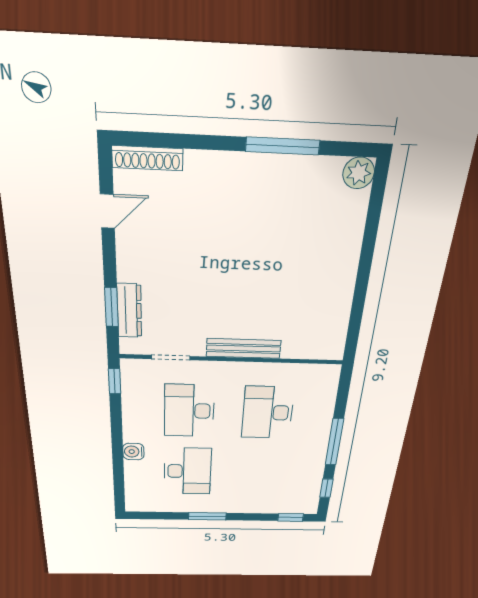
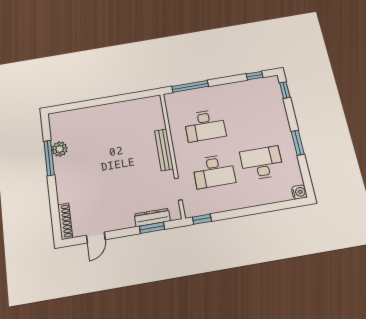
plant: (359, 173) -> (60, 149), moved
door: (107, 211) -> (96, 237), swing flipped
window: (334, 442) -> (190, 86), moved
water cooler: (133, 452) -> (299, 192), moved, turned -90

